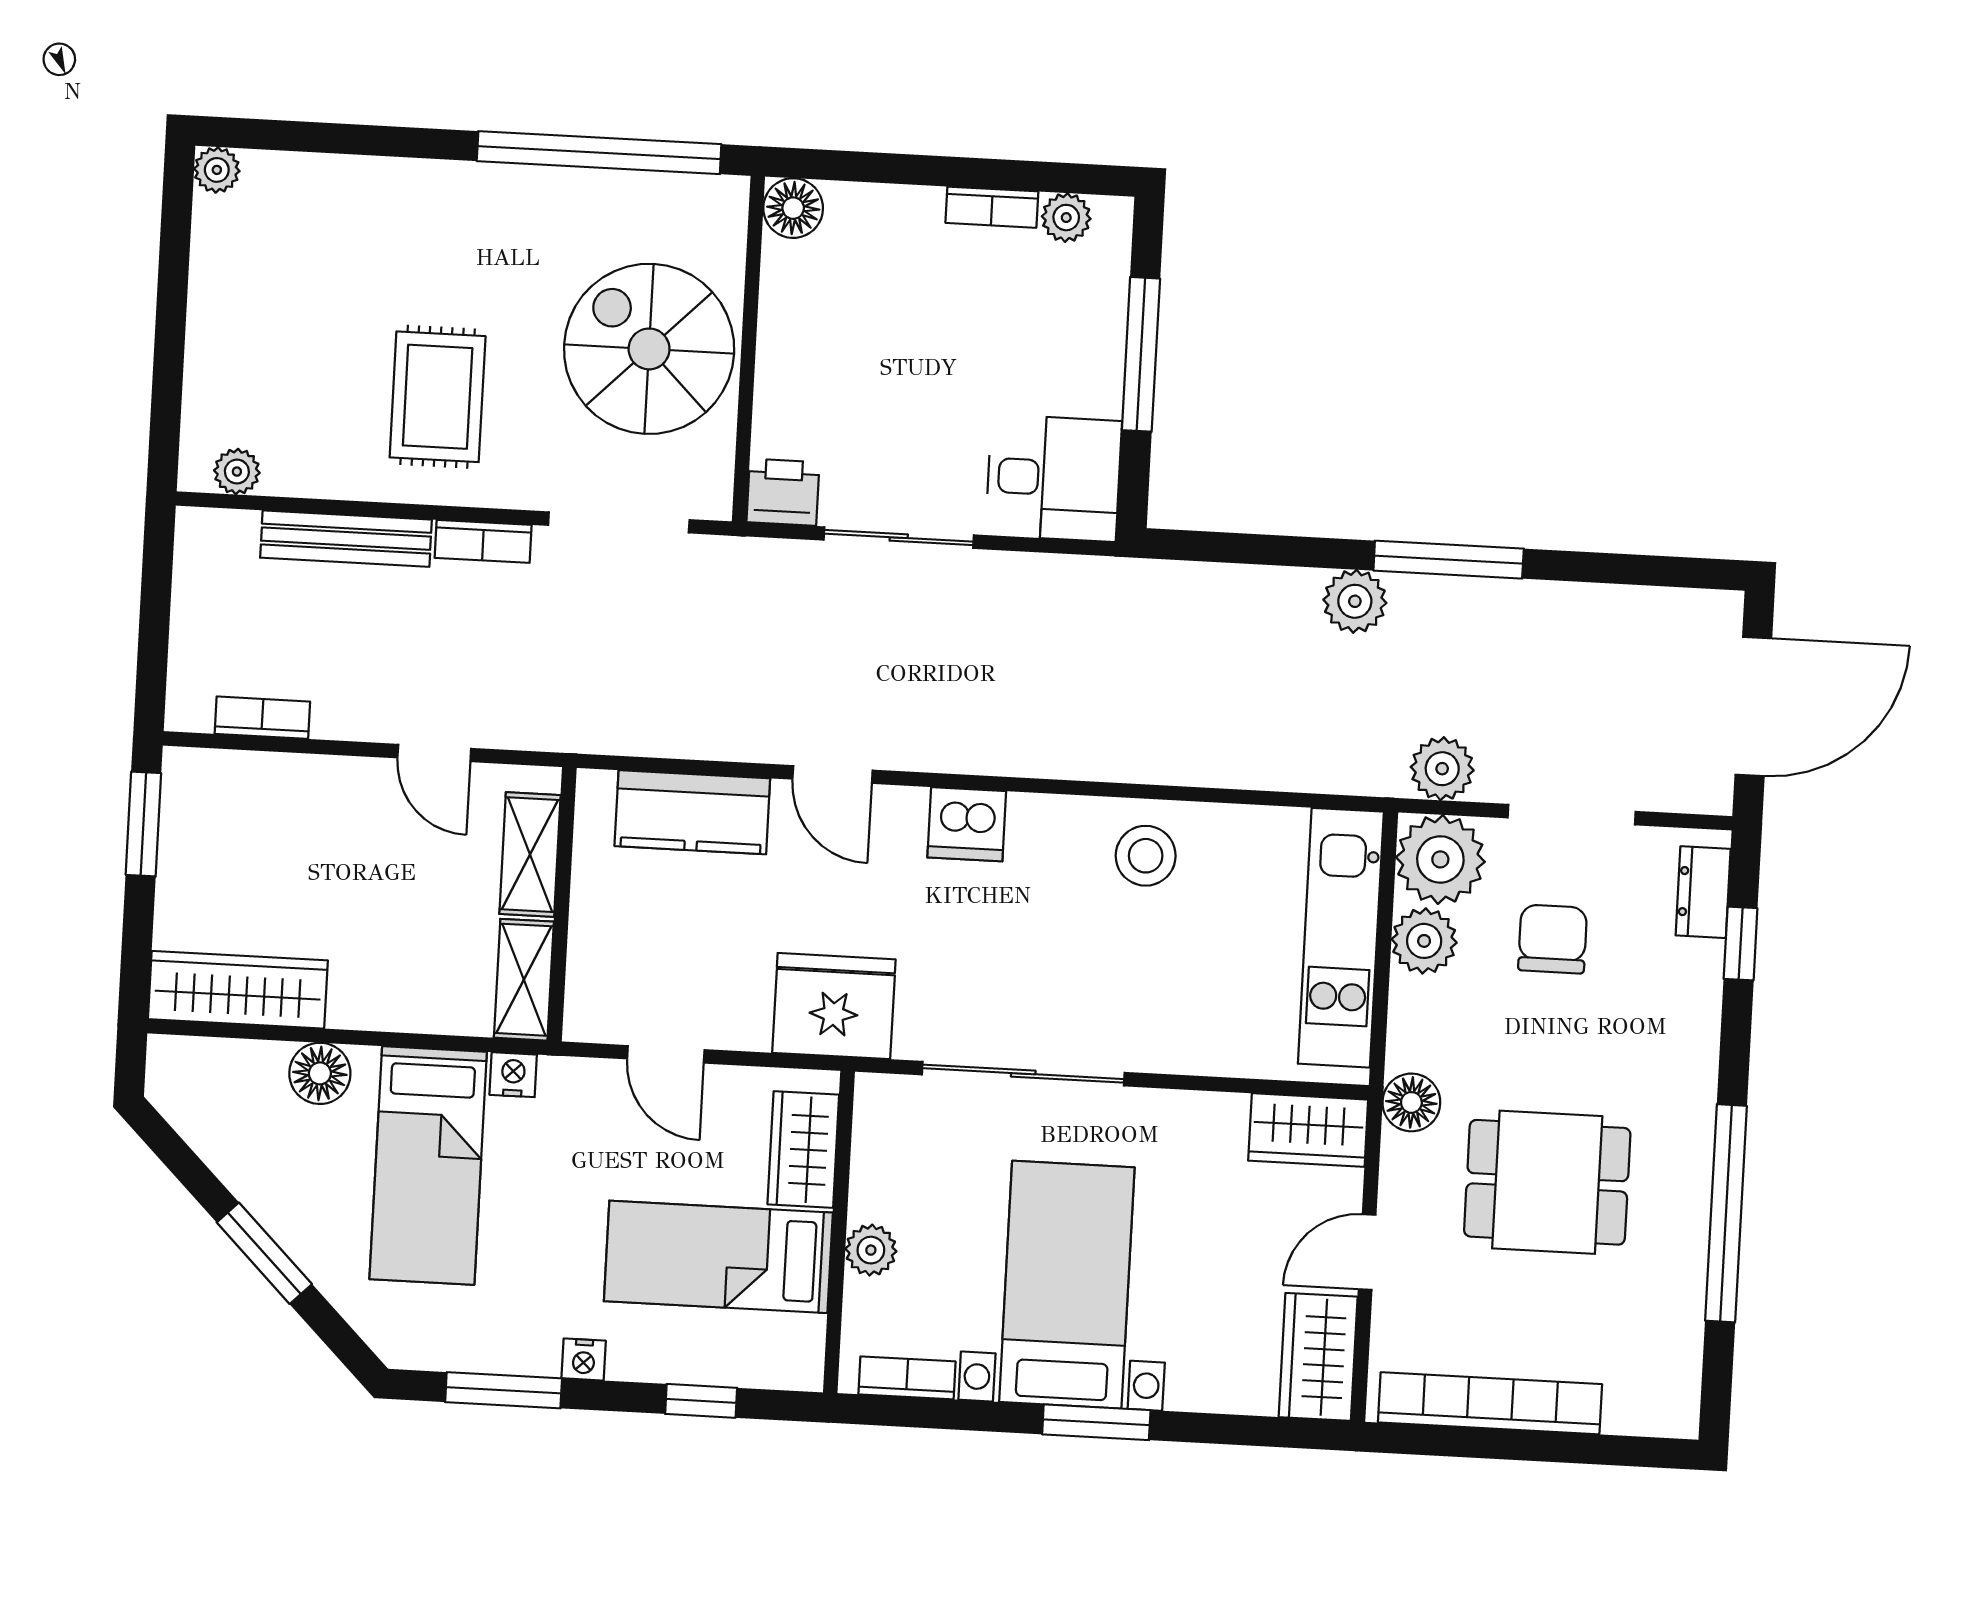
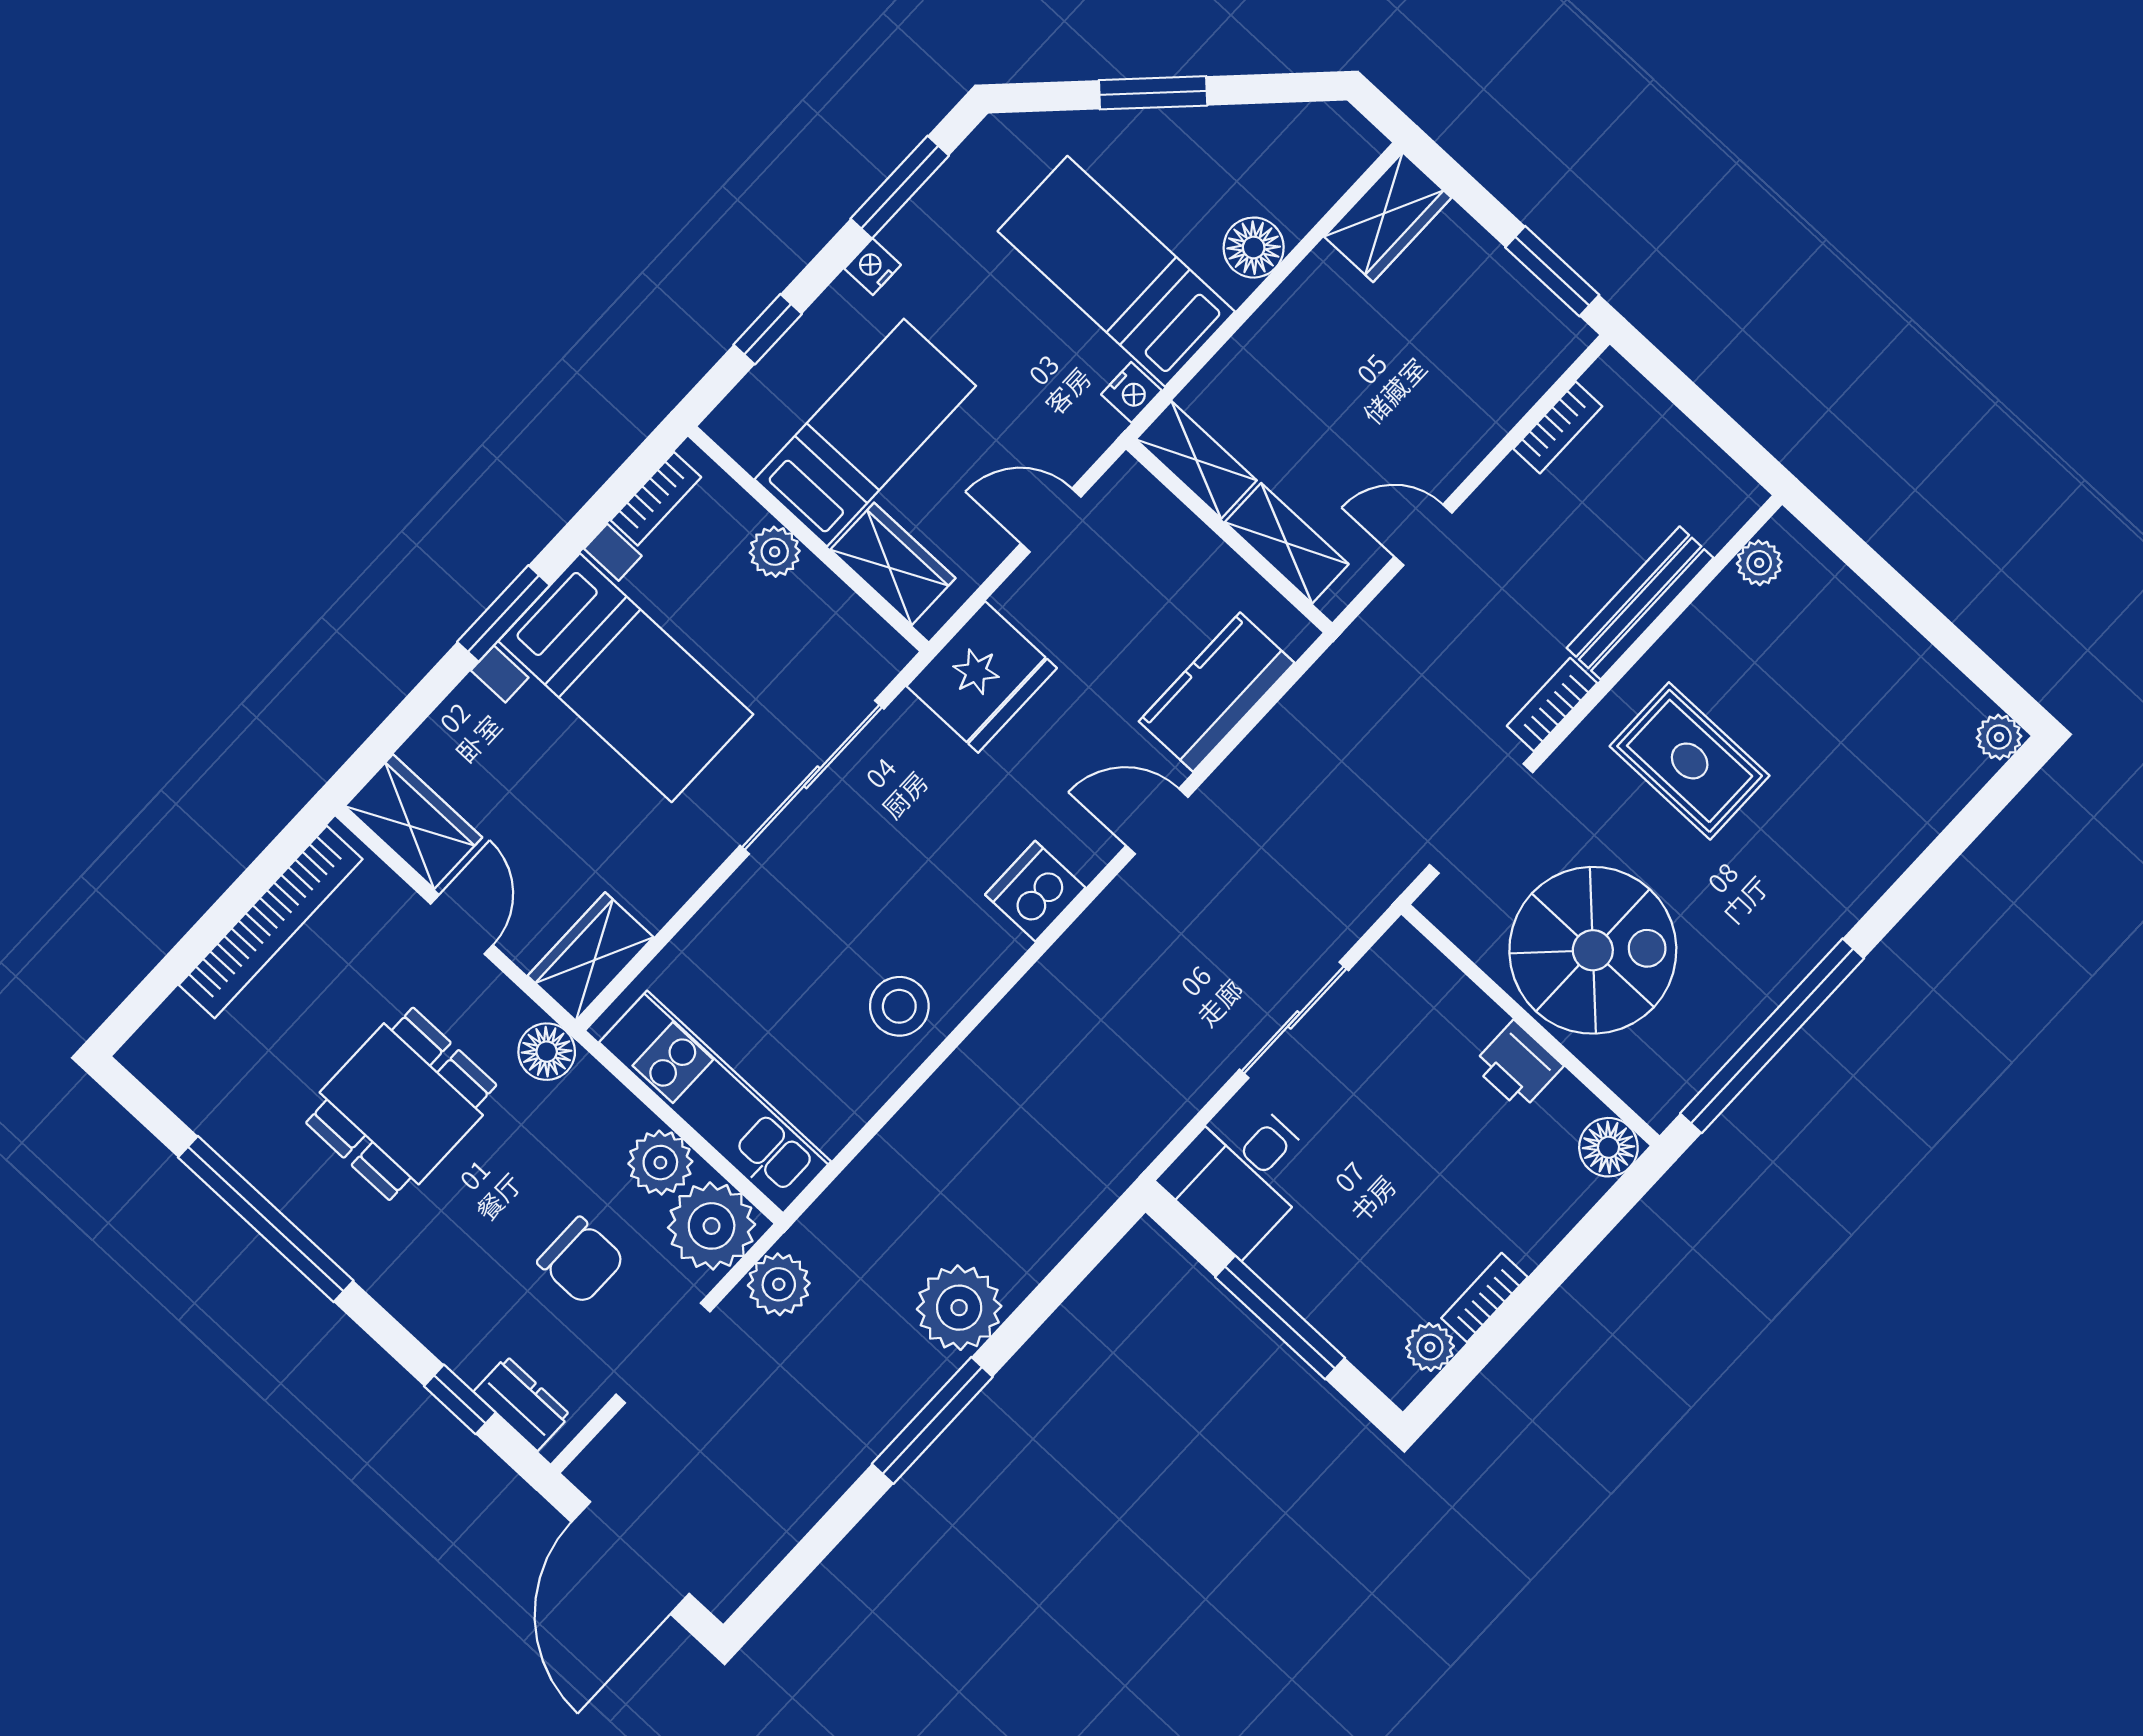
printer: (783, 492) -> (1518, 1065), moved, turned 90
plant: (1355, 601) -> (959, 1308), width x1.36, depth x1.36
wardrobe: (238, 990) -> (1388, 217), width x0.67

